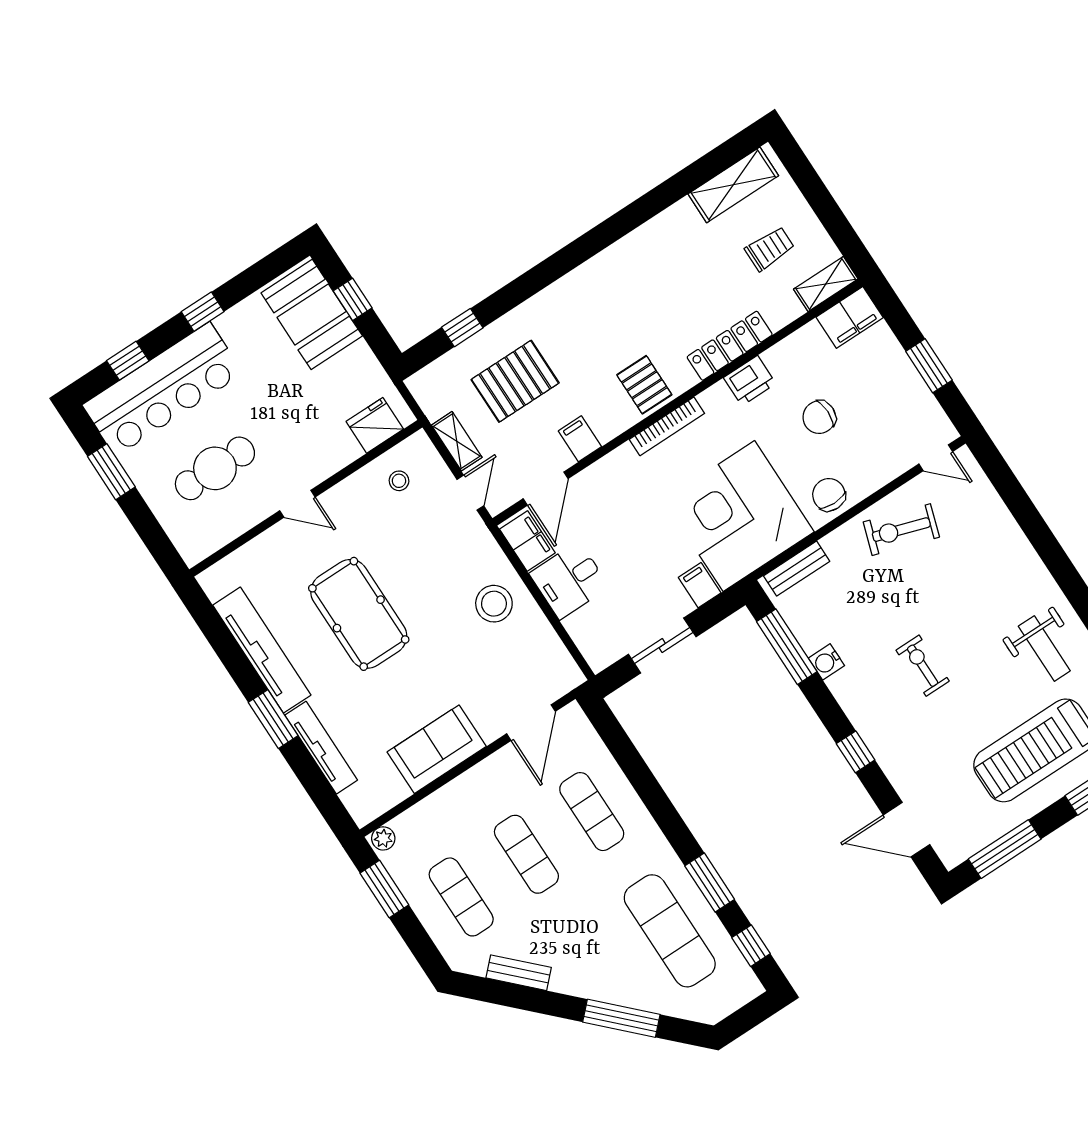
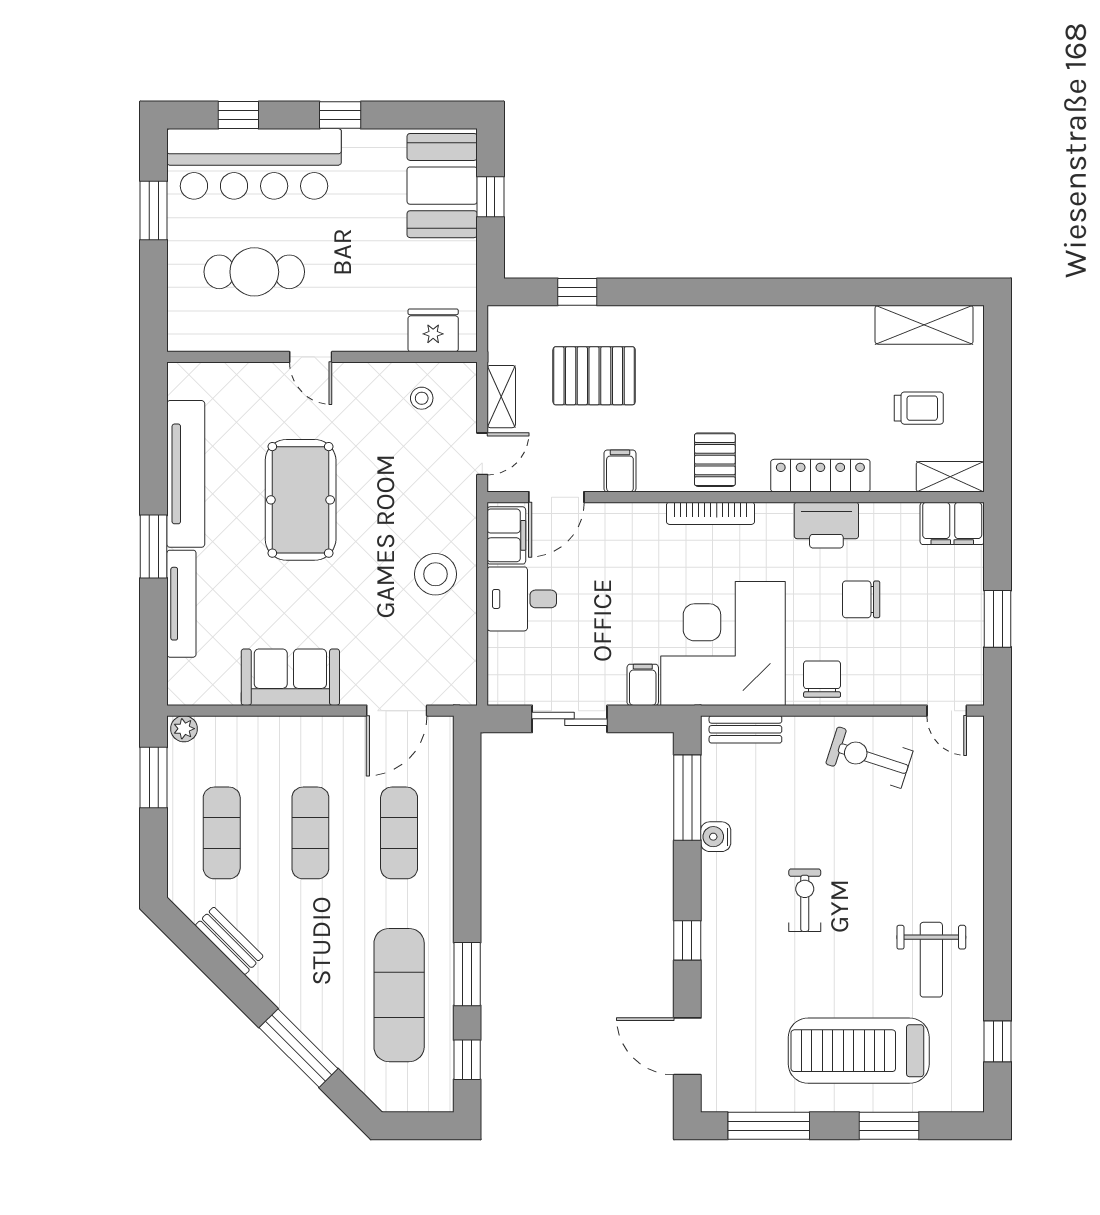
printer: (750, 381) -> (826, 525), width x1.37, depth x1.19

